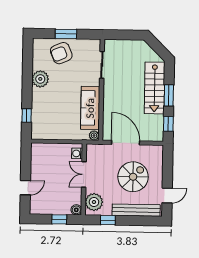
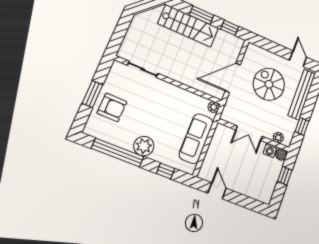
armchair: (61, 53) -> (112, 107), turned -66
window: (27, 72) -> (118, 153), added
plant: (40, 79) -> (144, 146), moved
sofa: (90, 108) -> (196, 139), moved, turned 90
washing machine: (77, 153) -> (270, 150), moved
door: (25, 188) -> (217, 191), moved
plant: (94, 202) -> (278, 138), width x0.53, depth x0.53

